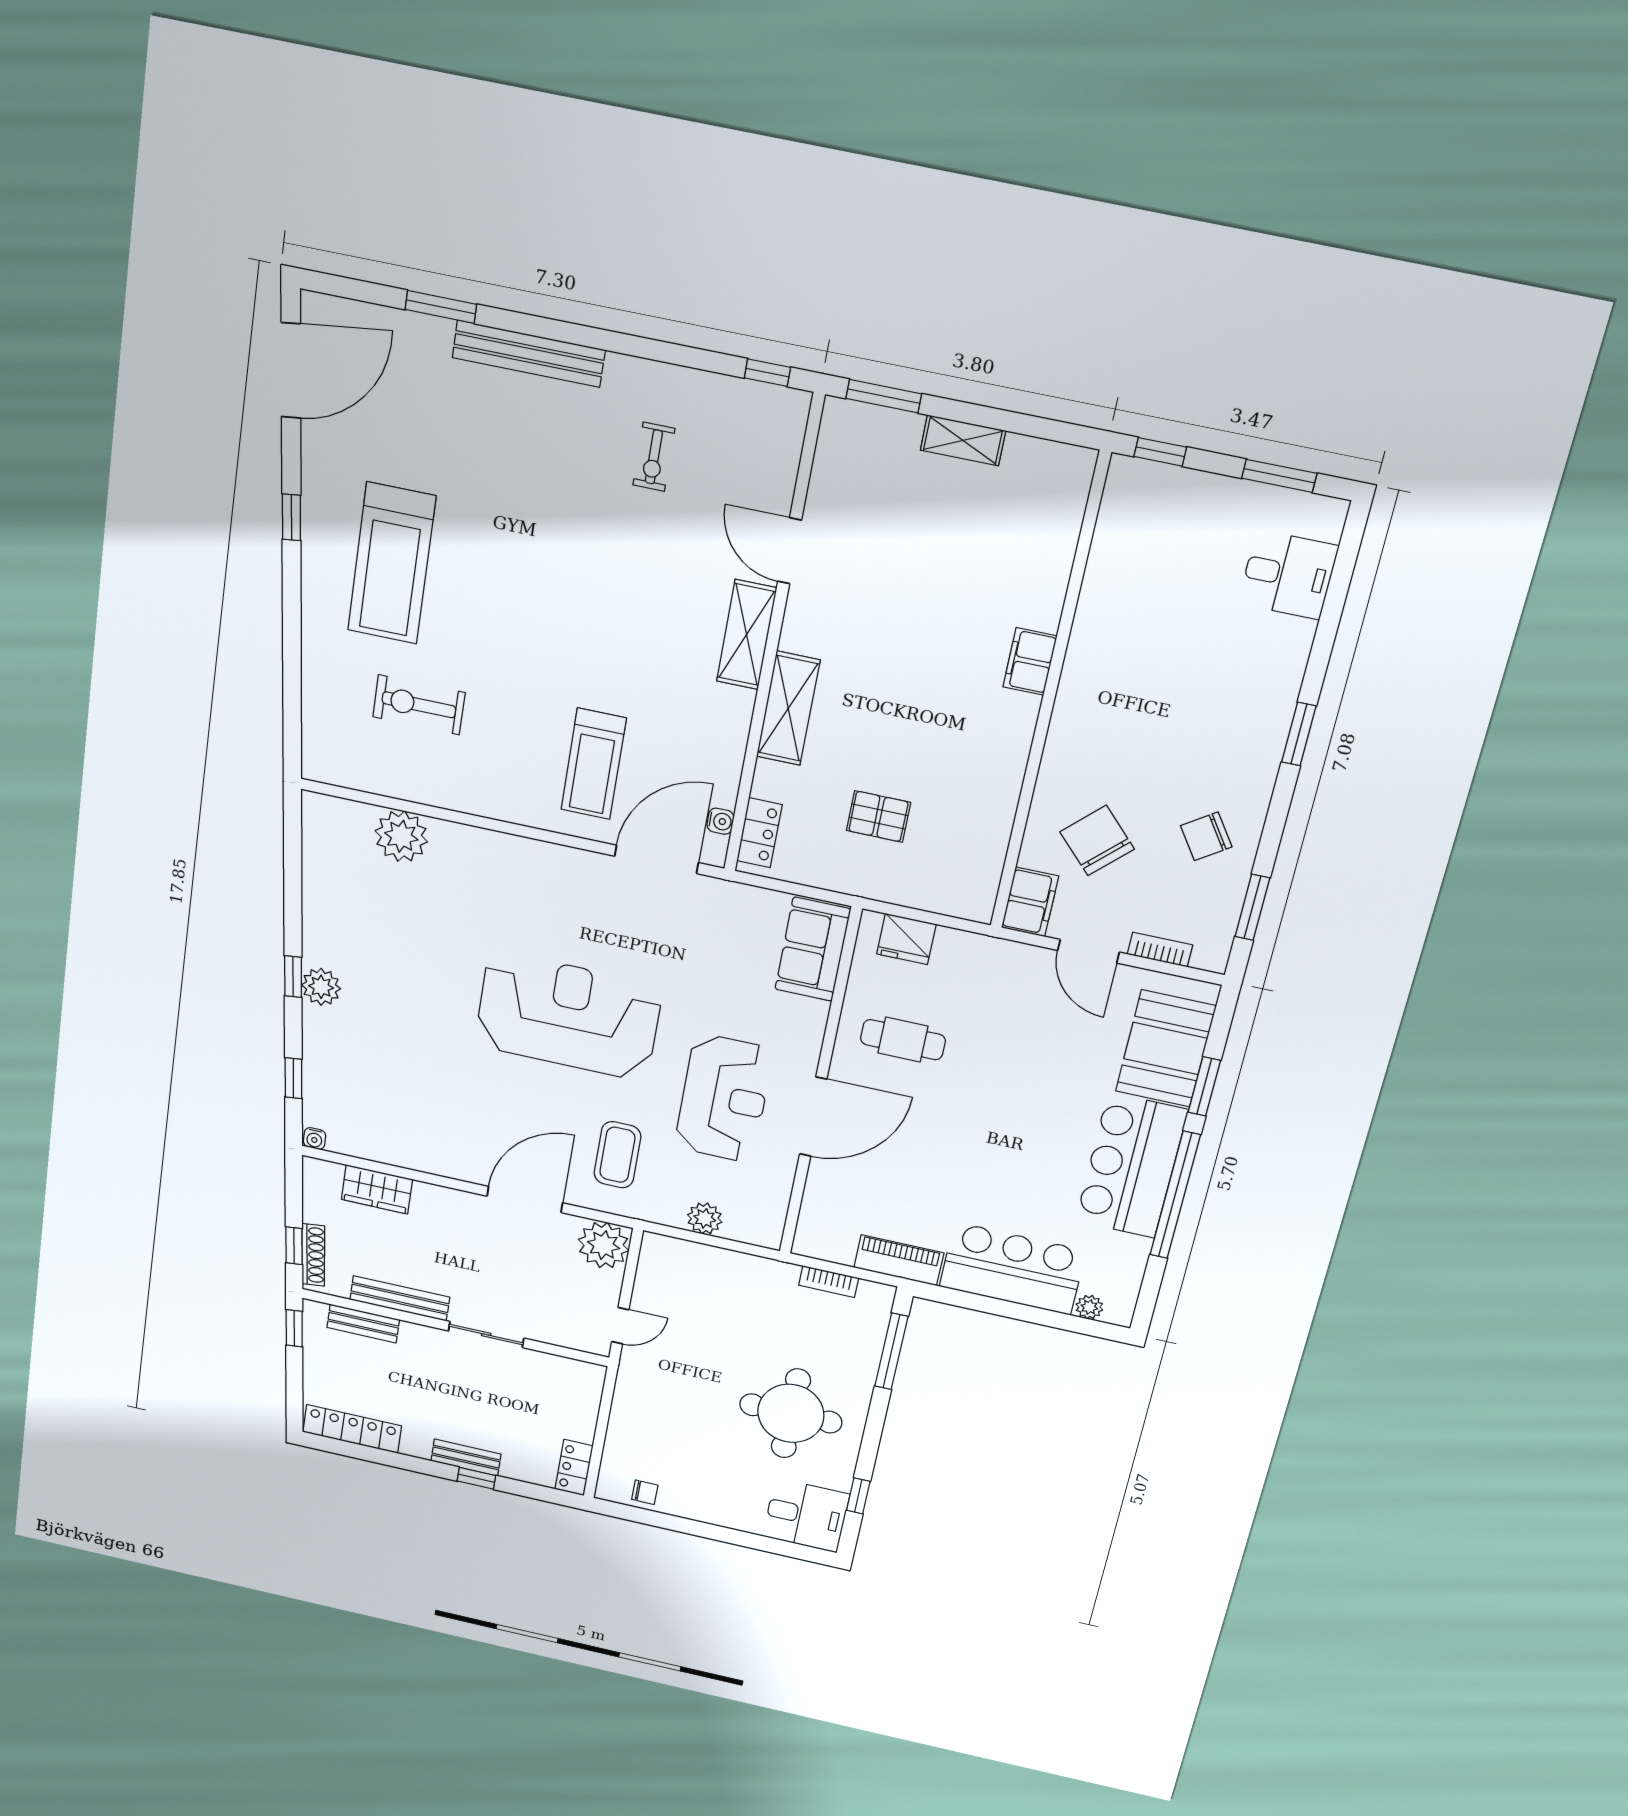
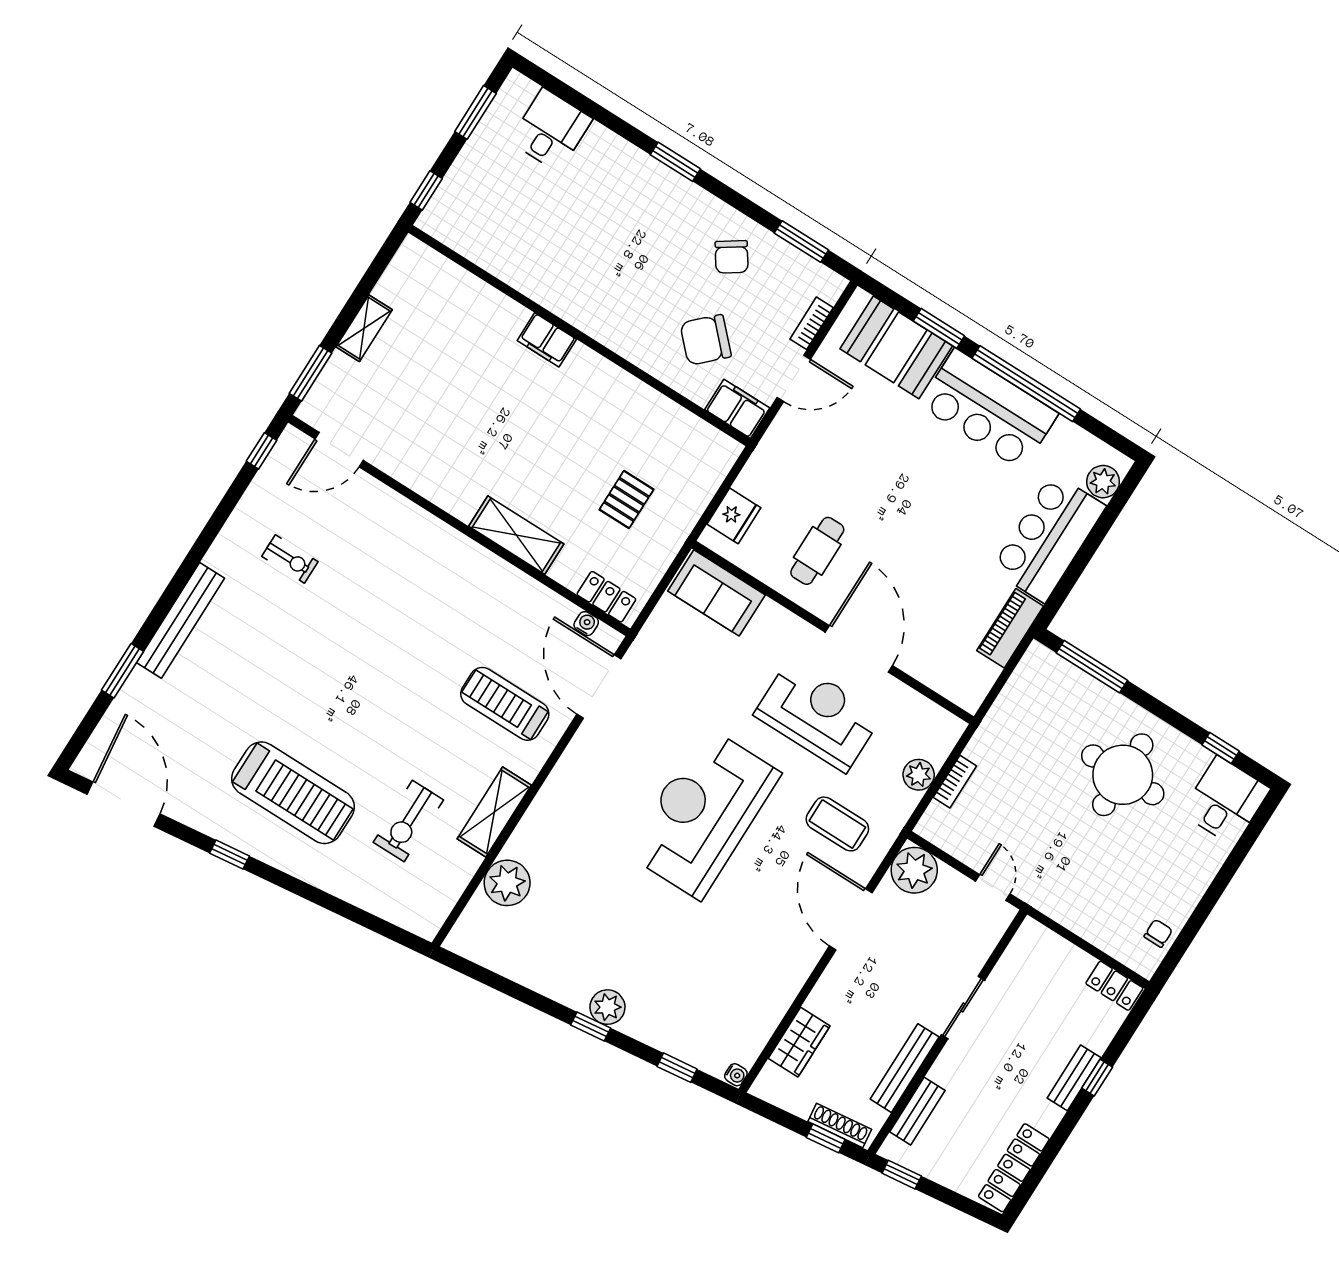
door: (790, 551) -> (339, 450), moved
shelving: (747, 635) -> (494, 812), moved, turned 90
treadmill: (594, 764) -> (505, 704), turned 180
bookcase: (829, 1282) -> (955, 782), moved
plant: (1089, 1307) -> (1103, 482), width x1.38, depth x1.38

